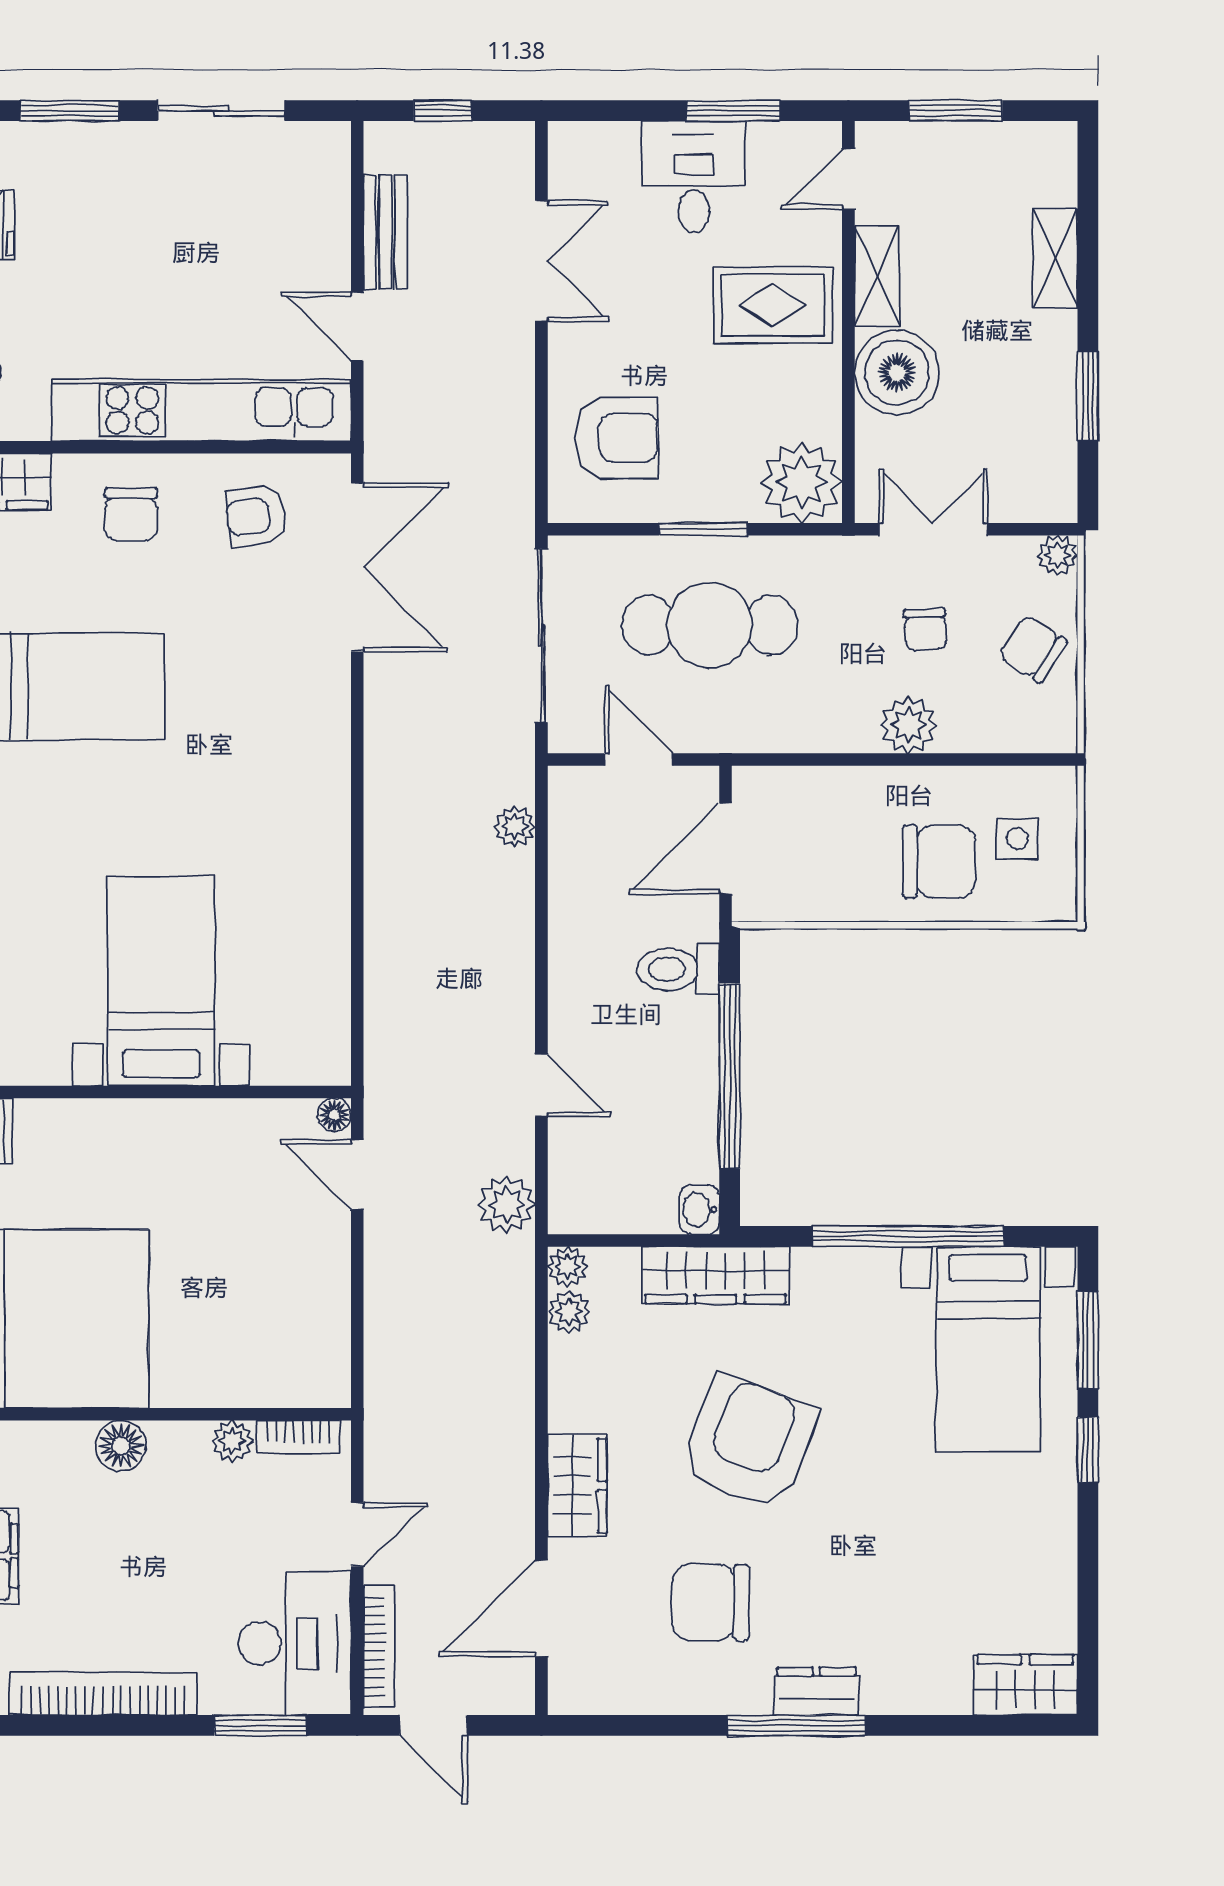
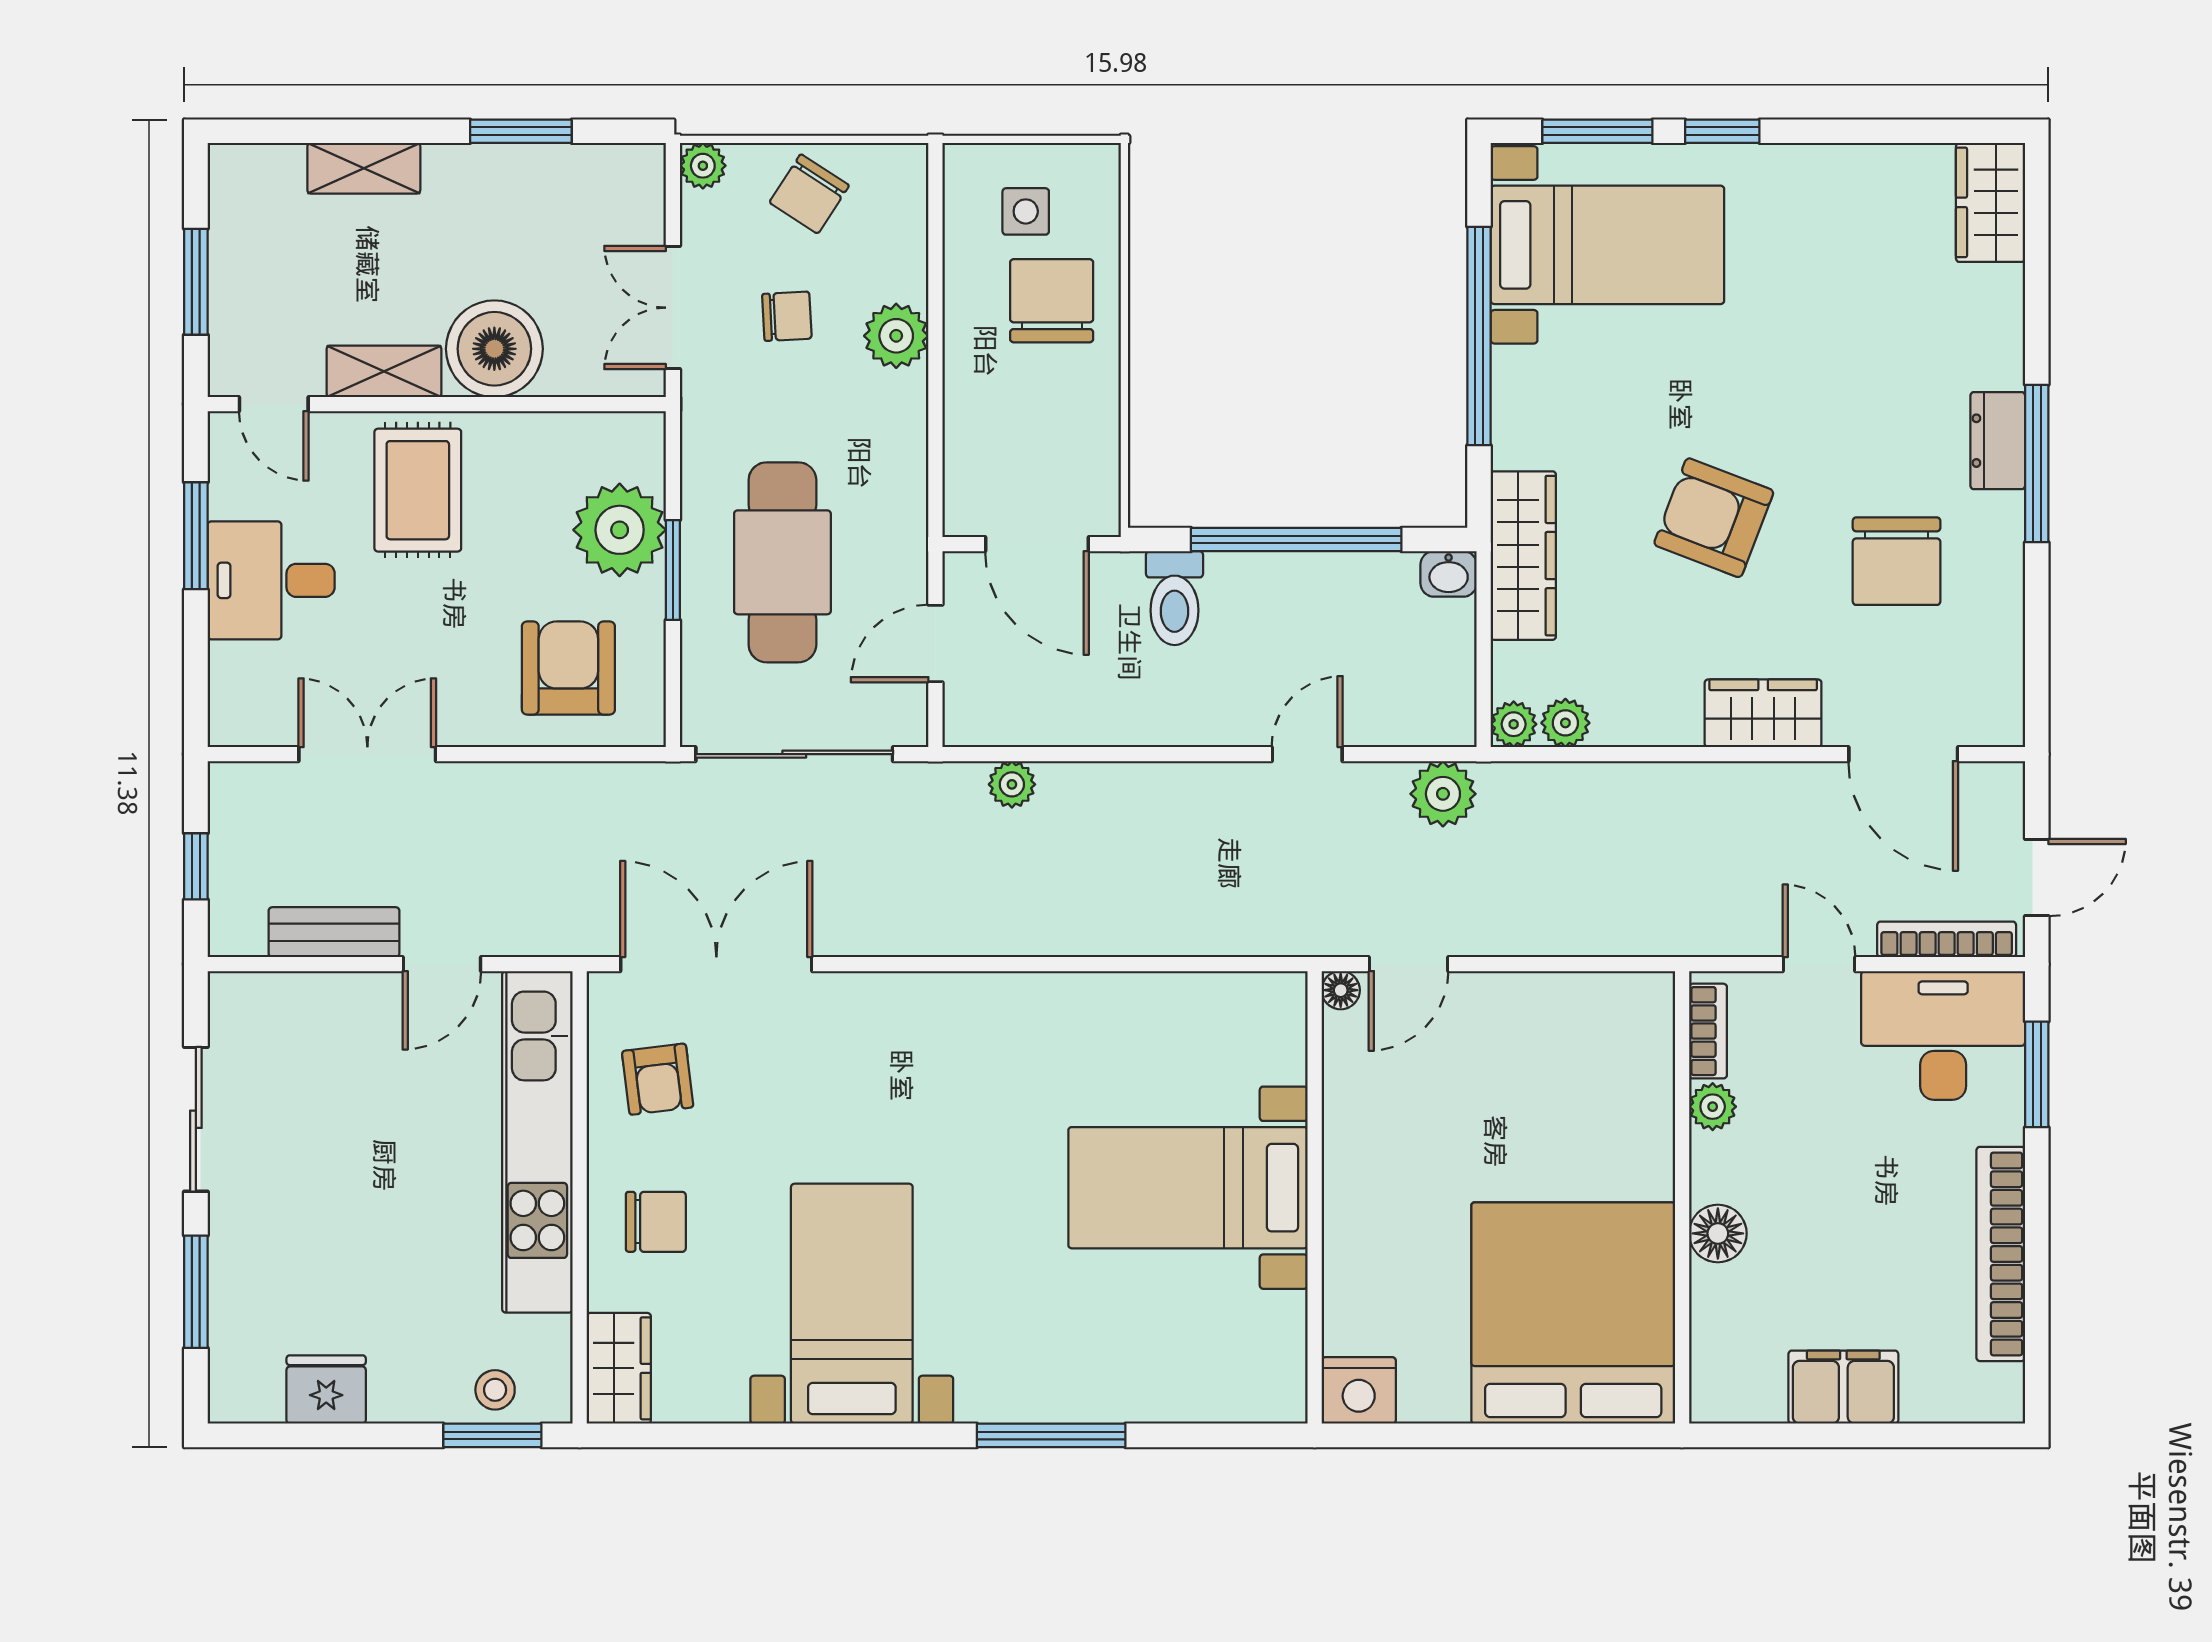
plant: (802, 482) -> (620, 530), moved
armchair: (749, 1442) -> (1714, 518), width x0.73, depth x0.73

